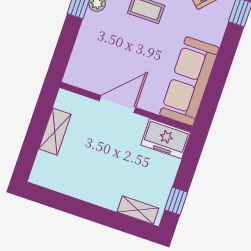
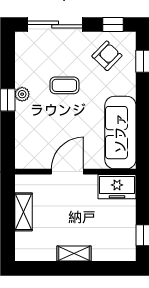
shelving: (138, 210) -> (74, 253), moved

